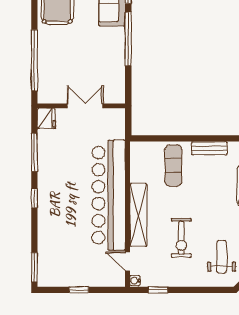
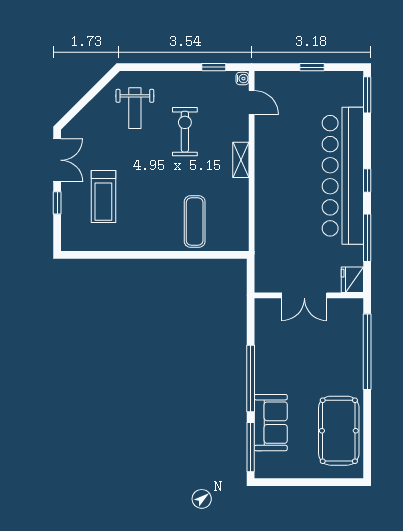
bench: (209, 148) -> (150, 243), removed
bar counter: (109, 195) -> (343, 176), moved, turned 180
shelving: (138, 215) -> (241, 160), width x0.45, depth x0.75

